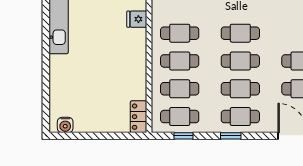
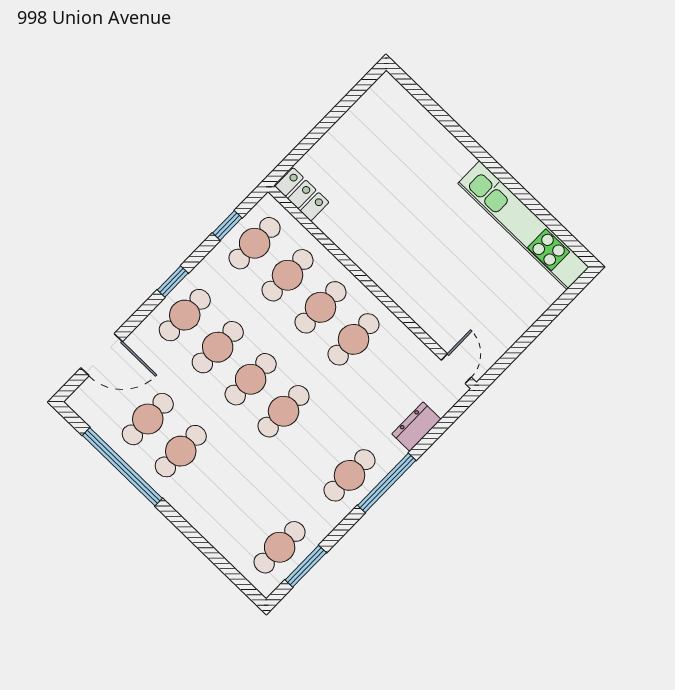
fridge: (137, 19) -> (419, 305), removed
water cooler: (65, 125) -> (377, 98), removed

